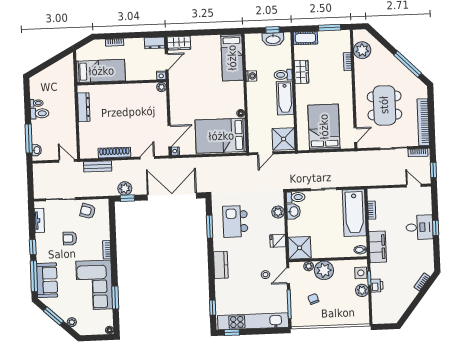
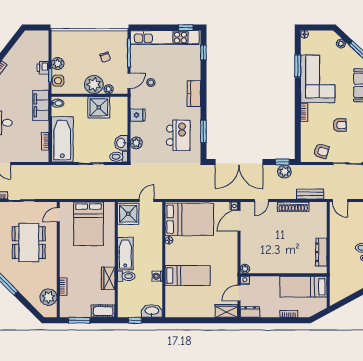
washbasin: (273, 39) -> (152, 311), moved
bed: (232, 58) -> (188, 276), moved, turned 90
shower: (300, 248) -> (99, 107), moved

